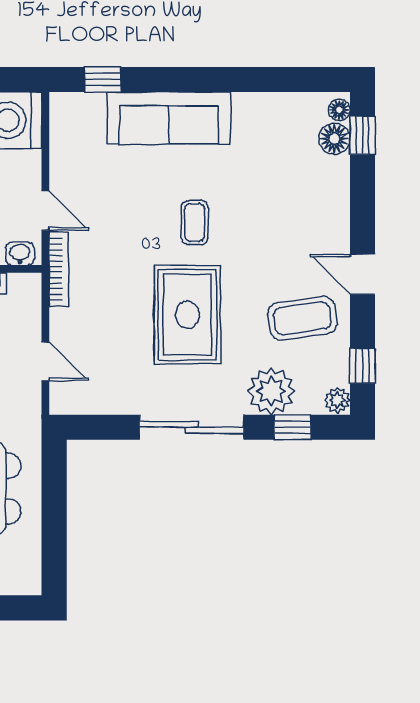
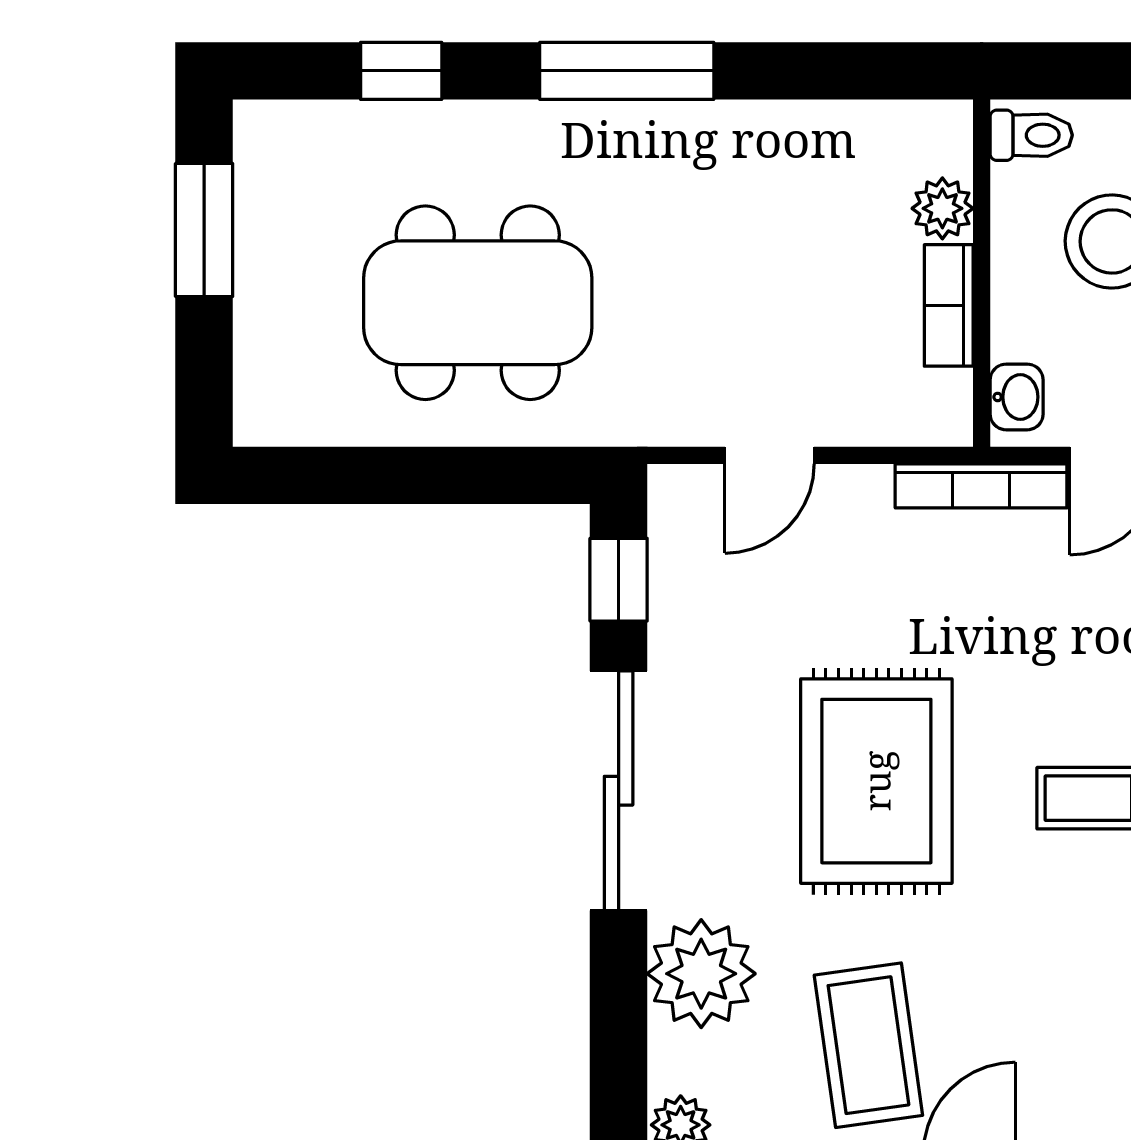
rug: (187, 315) -> (876, 781), turned 90
window: (293, 427) -> (619, 580), moved

